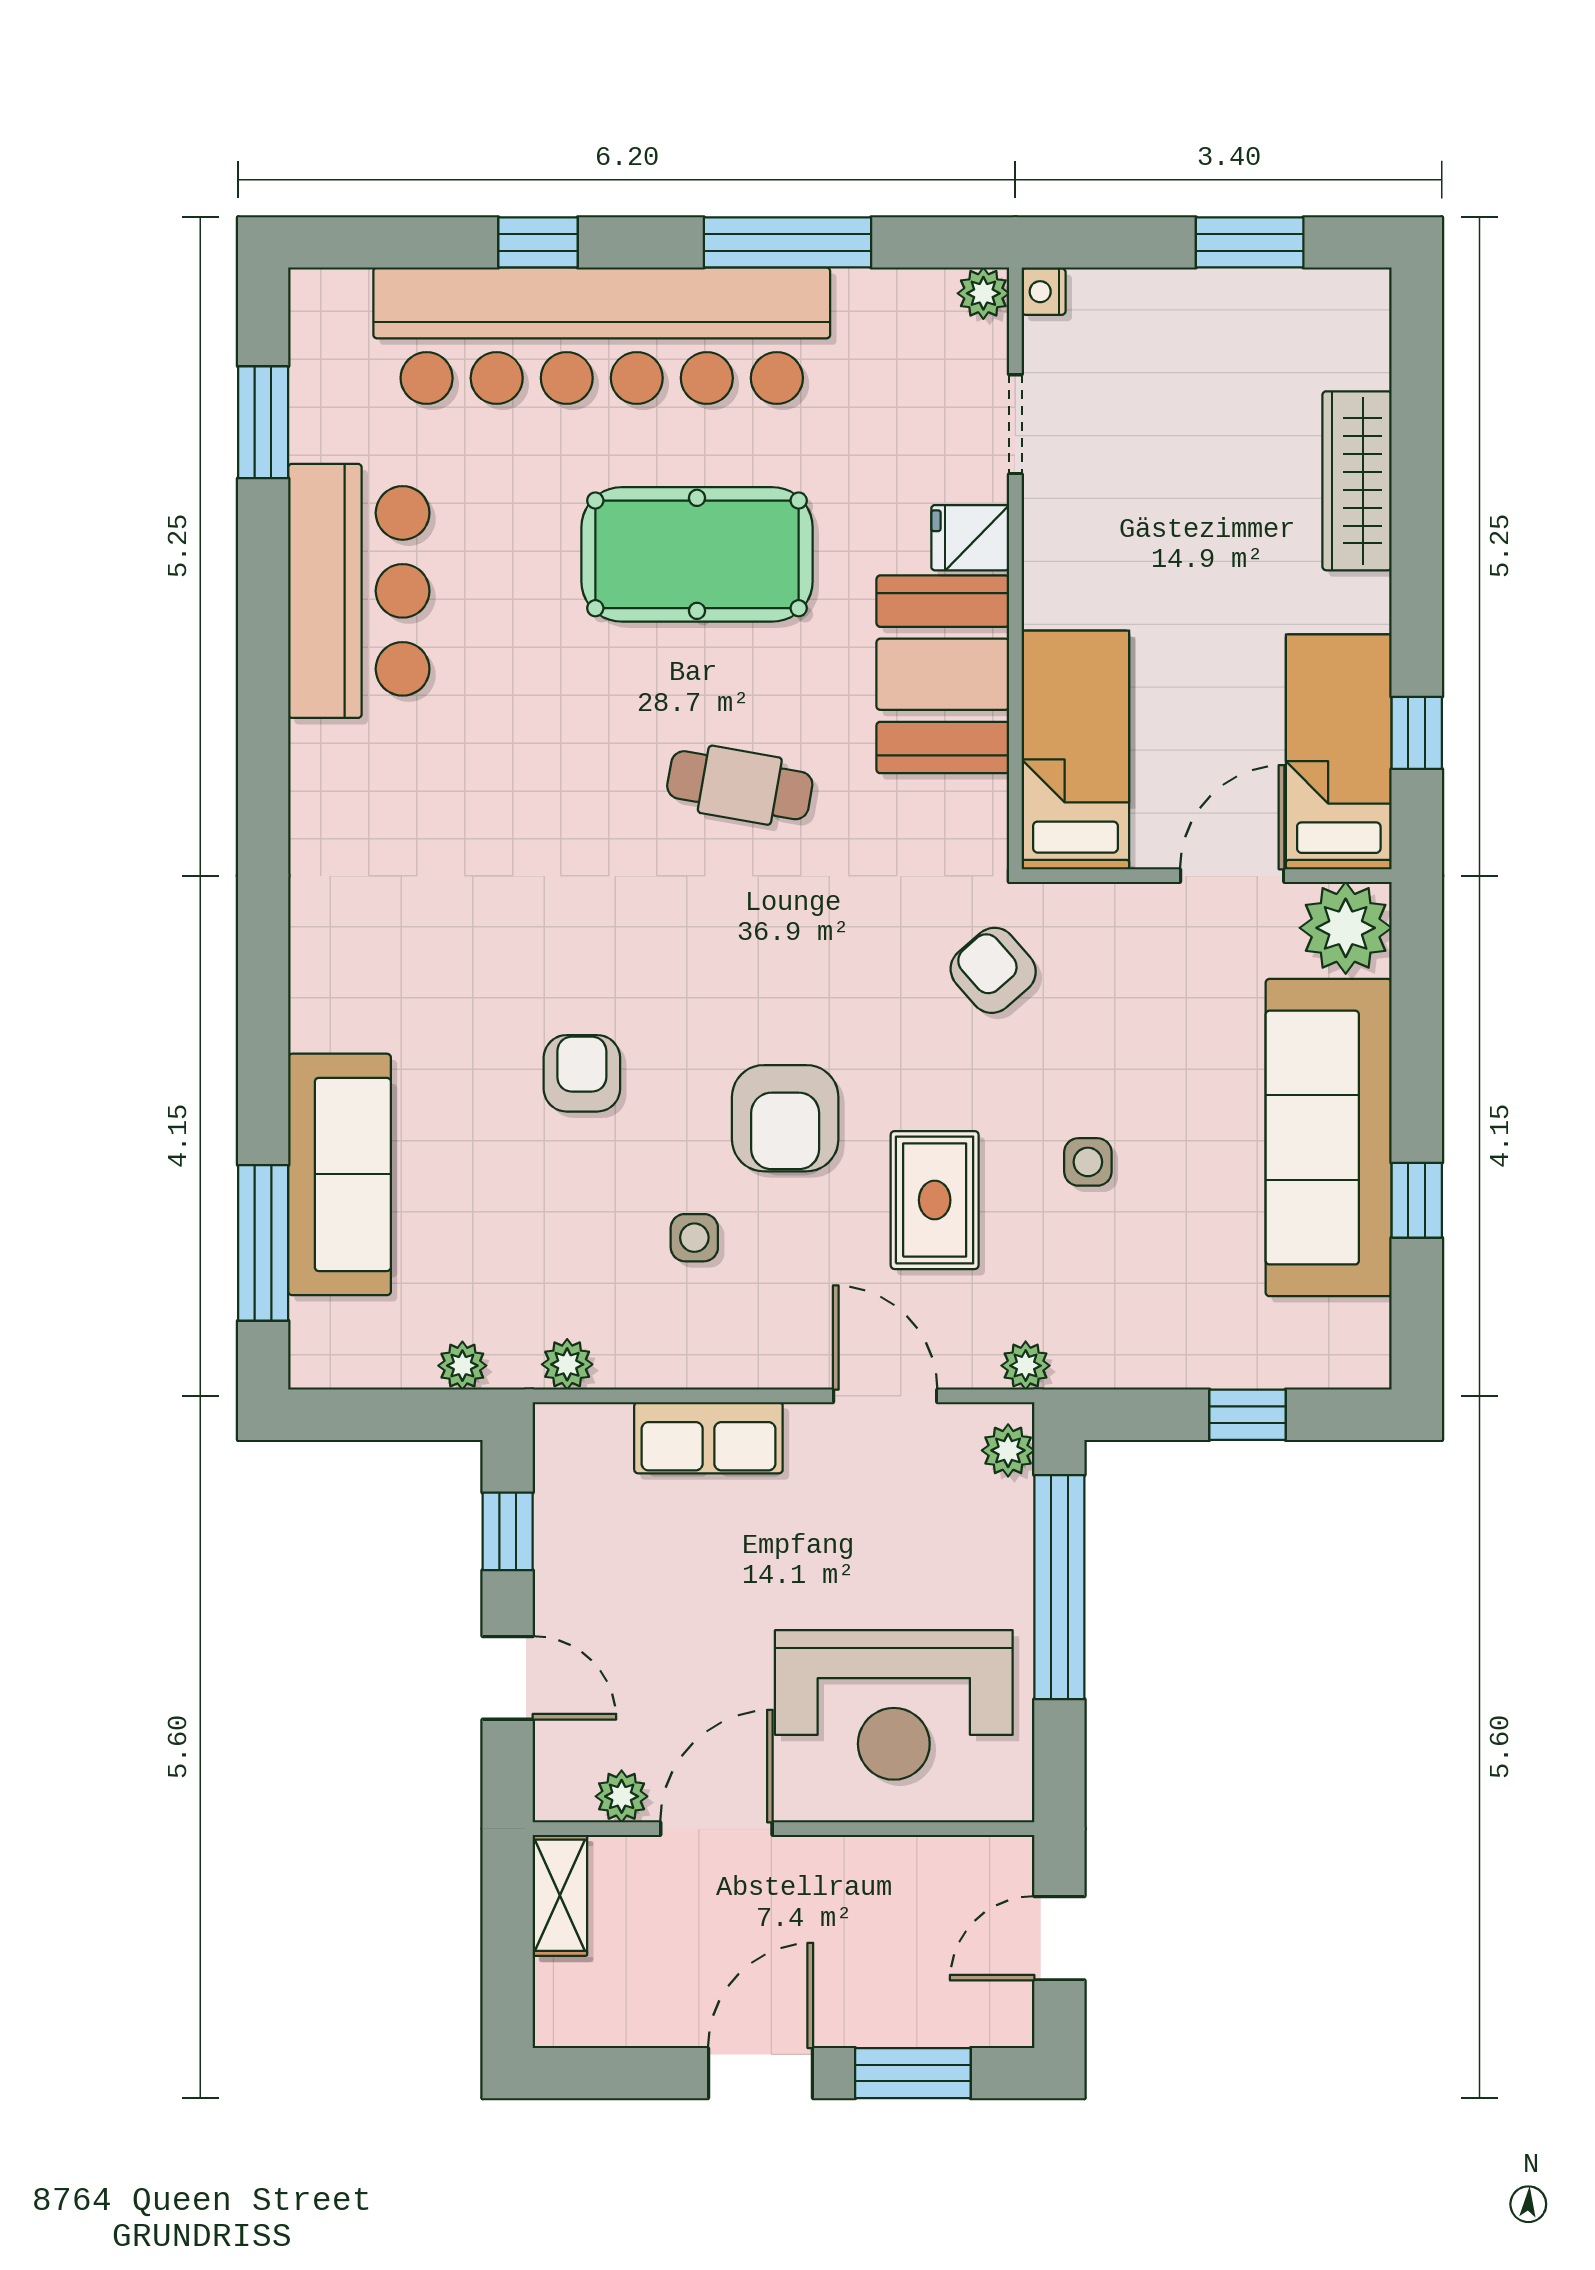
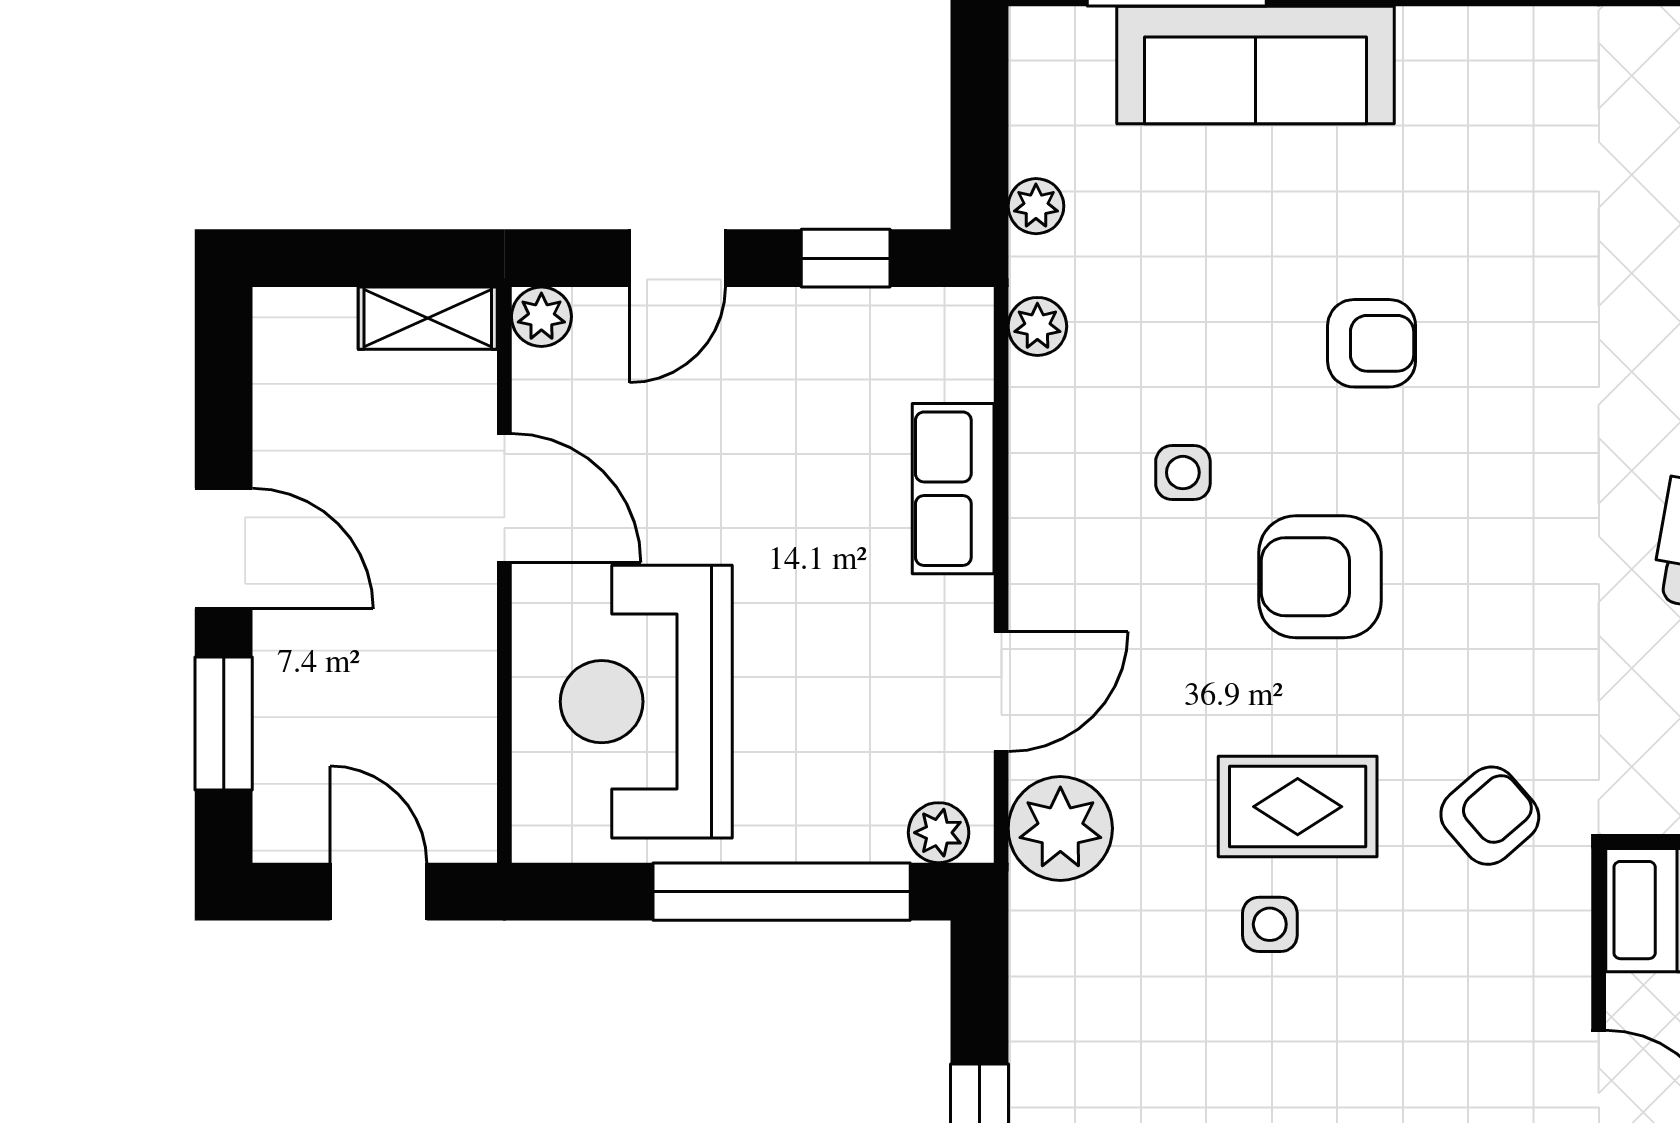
rug: (935, 1200) -> (1298, 807), moved
plant: (1026, 1366) -> (1060, 828), width x1.88, depth x1.88
plant: (622, 1796) -> (541, 317), moved

